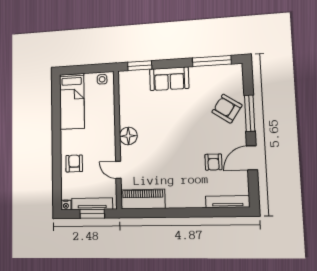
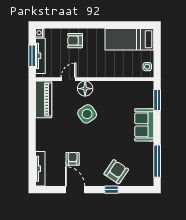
window: (250, 113) -> (112, 190), width x0.46
floor lamp: (128, 136) -> (85, 89), moved
side table: (158, 146) -> (87, 114), added
armchair: (213, 162) -> (73, 159), turned 90
armchair: (74, 163) -> (75, 41), turned 180

